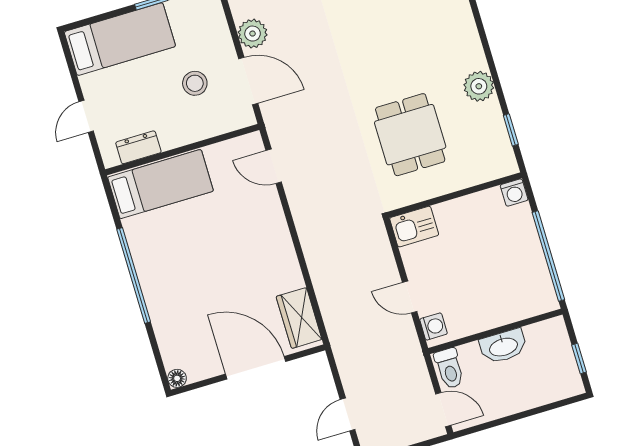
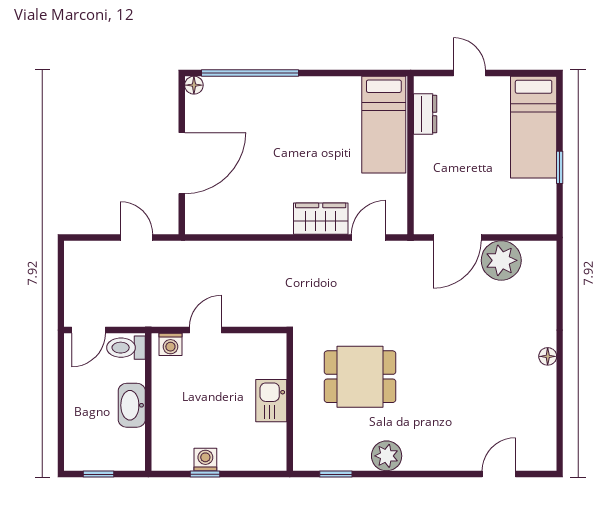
plant: (253, 34) -> (501, 260), width x1.36, depth x1.36
stool: (195, 83) -> (470, 186), removed
washing machine: (514, 193) -> (205, 460), moved, turned 90
kitchen sink: (414, 227) -> (271, 401), moved
window: (548, 256) -> (205, 474), width x0.32
window: (134, 276) -> (250, 73), moved
wardrobe: (299, 318) -> (321, 219), moved
door: (348, 414) -> (137, 237), moved

